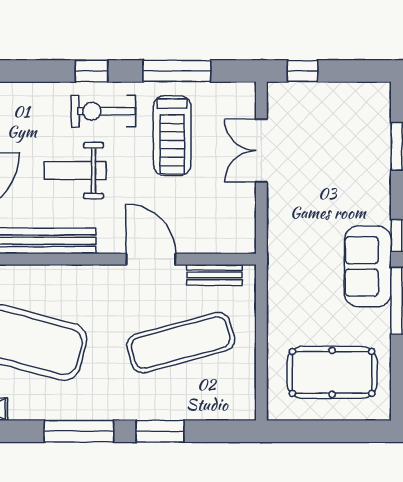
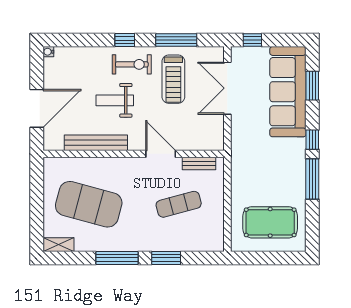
exercise bike: (103, 111) -> (132, 64), turned 180
double door: (261, 151) -> (227, 88), width x1.37
sofa: (368, 266) -> (288, 92), moved, width x1.85, depth x1.27
exercise mat: (181, 343) -> (179, 204), width x0.73, depth x0.69

